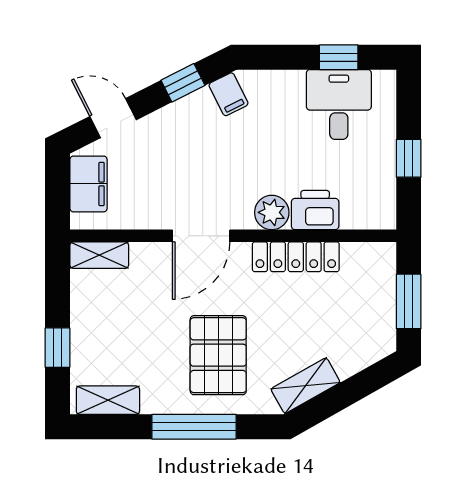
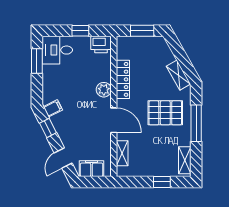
window: (339, 57) -> (37, 61), width x1.50
desk: (339, 104) -> (57, 50), moved
printer: (315, 210) -> (101, 44), moved, turned -90
shelving: (99, 255) -> (122, 153), moved

